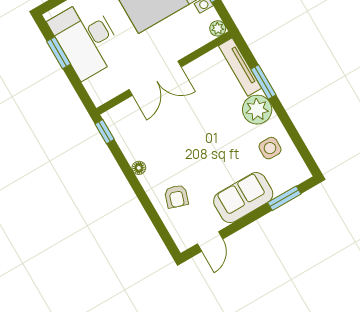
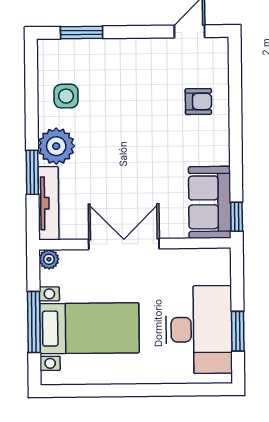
double door: (155, 78) -> (124, 244), moved
floor lamp: (139, 168) -> (222, 156), removed
armchair: (176, 196) -> (198, 101), turned 72
sofa: (243, 198) -> (210, 202), moved, turned 90

